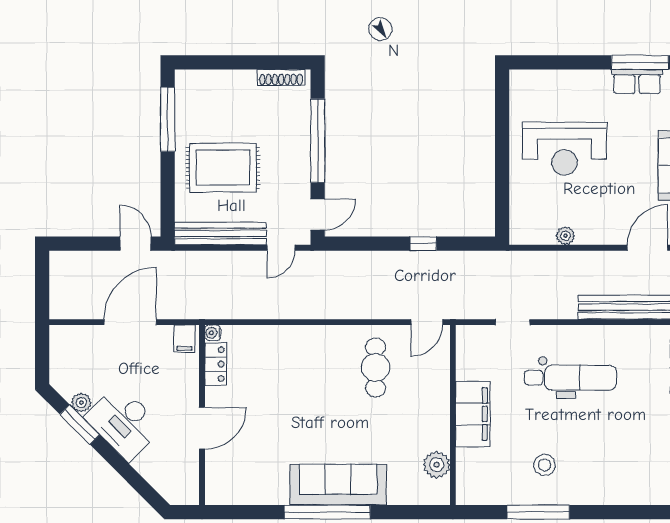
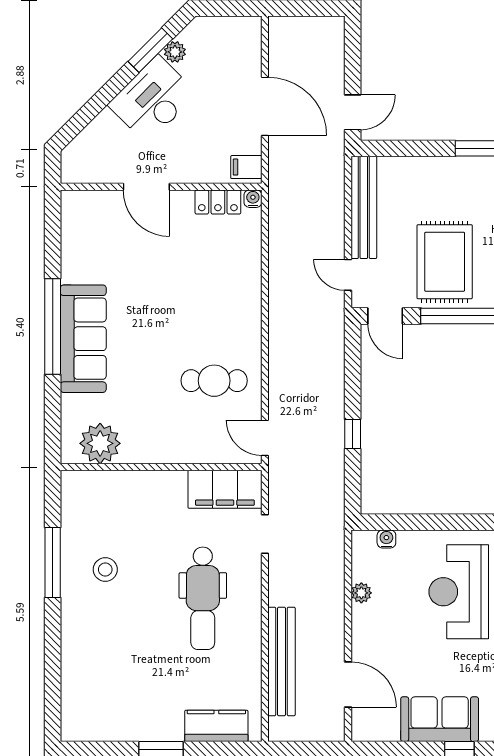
rug: (223, 168) -> (445, 262), moved
water cooler: (517, 213) -> (386, 539), added
filing cabinet: (473, 414) -> (225, 489), moved
plant: (437, 465) -> (100, 443), width x1.36, depth x1.36

